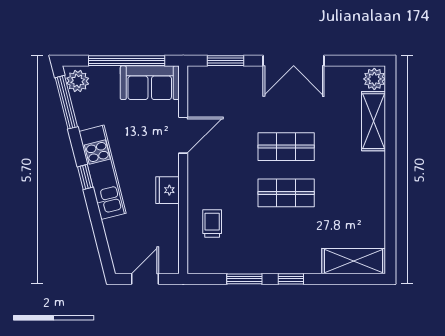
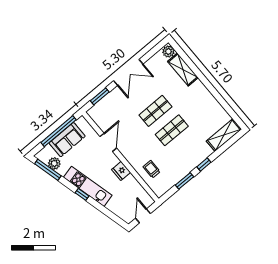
plant: (78, 81) -> (54, 163), moved
sofa: (150, 83) -> (67, 140), moved

